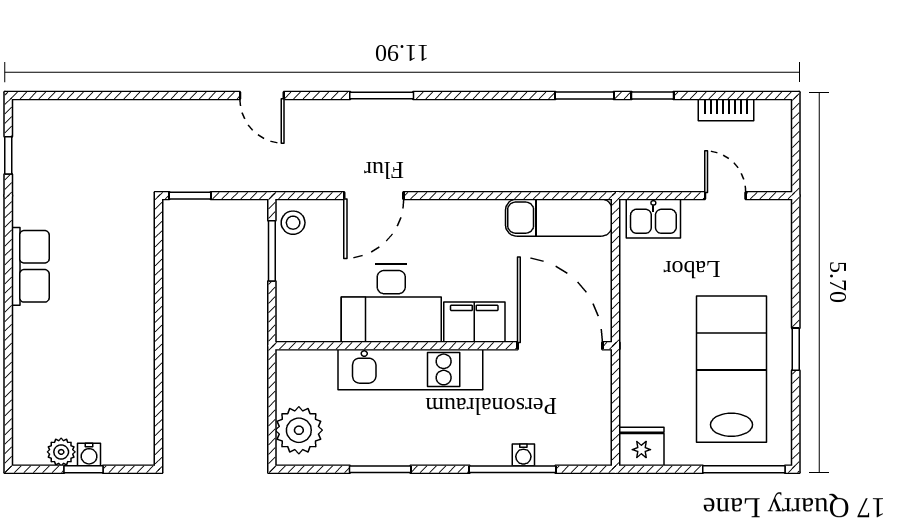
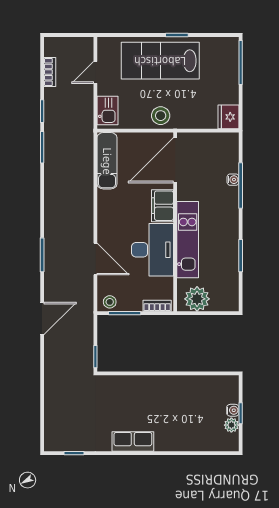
door: (262, 96) -> (42, 318), width x1.38
bookcase: (286, 312) -> (157, 306), added
stool: (644, 319) -> (161, 116), added
lab bench: (731, 369) -> (160, 61), moved
plant: (299, 430) -> (197, 299), moved

